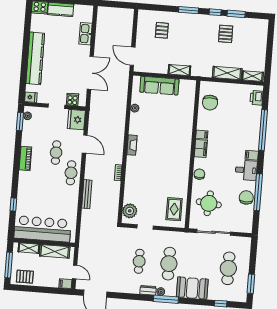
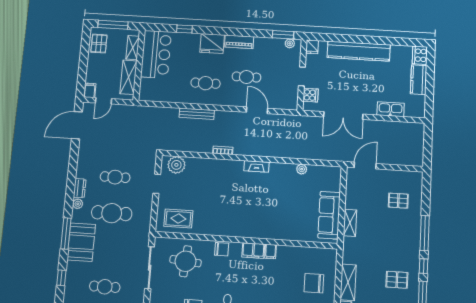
window: (189, 10) -> (425, 233), width x1.44
sofa: (159, 86) -> (329, 215), moved
chair: (210, 103) -> (314, 283), moved
fridge: (76, 120) -> (212, 44), moved, turned 180
door: (85, 144) -> (257, 110), swing flipped
cafe table: (71, 173) -> (206, 83), moved
bar counter: (42, 229) -> (156, 54), width x0.73
cafe table: (228, 268) -> (105, 287), width x0.73, depth x0.74
window: (166, 299) -> (66, 233), moved

